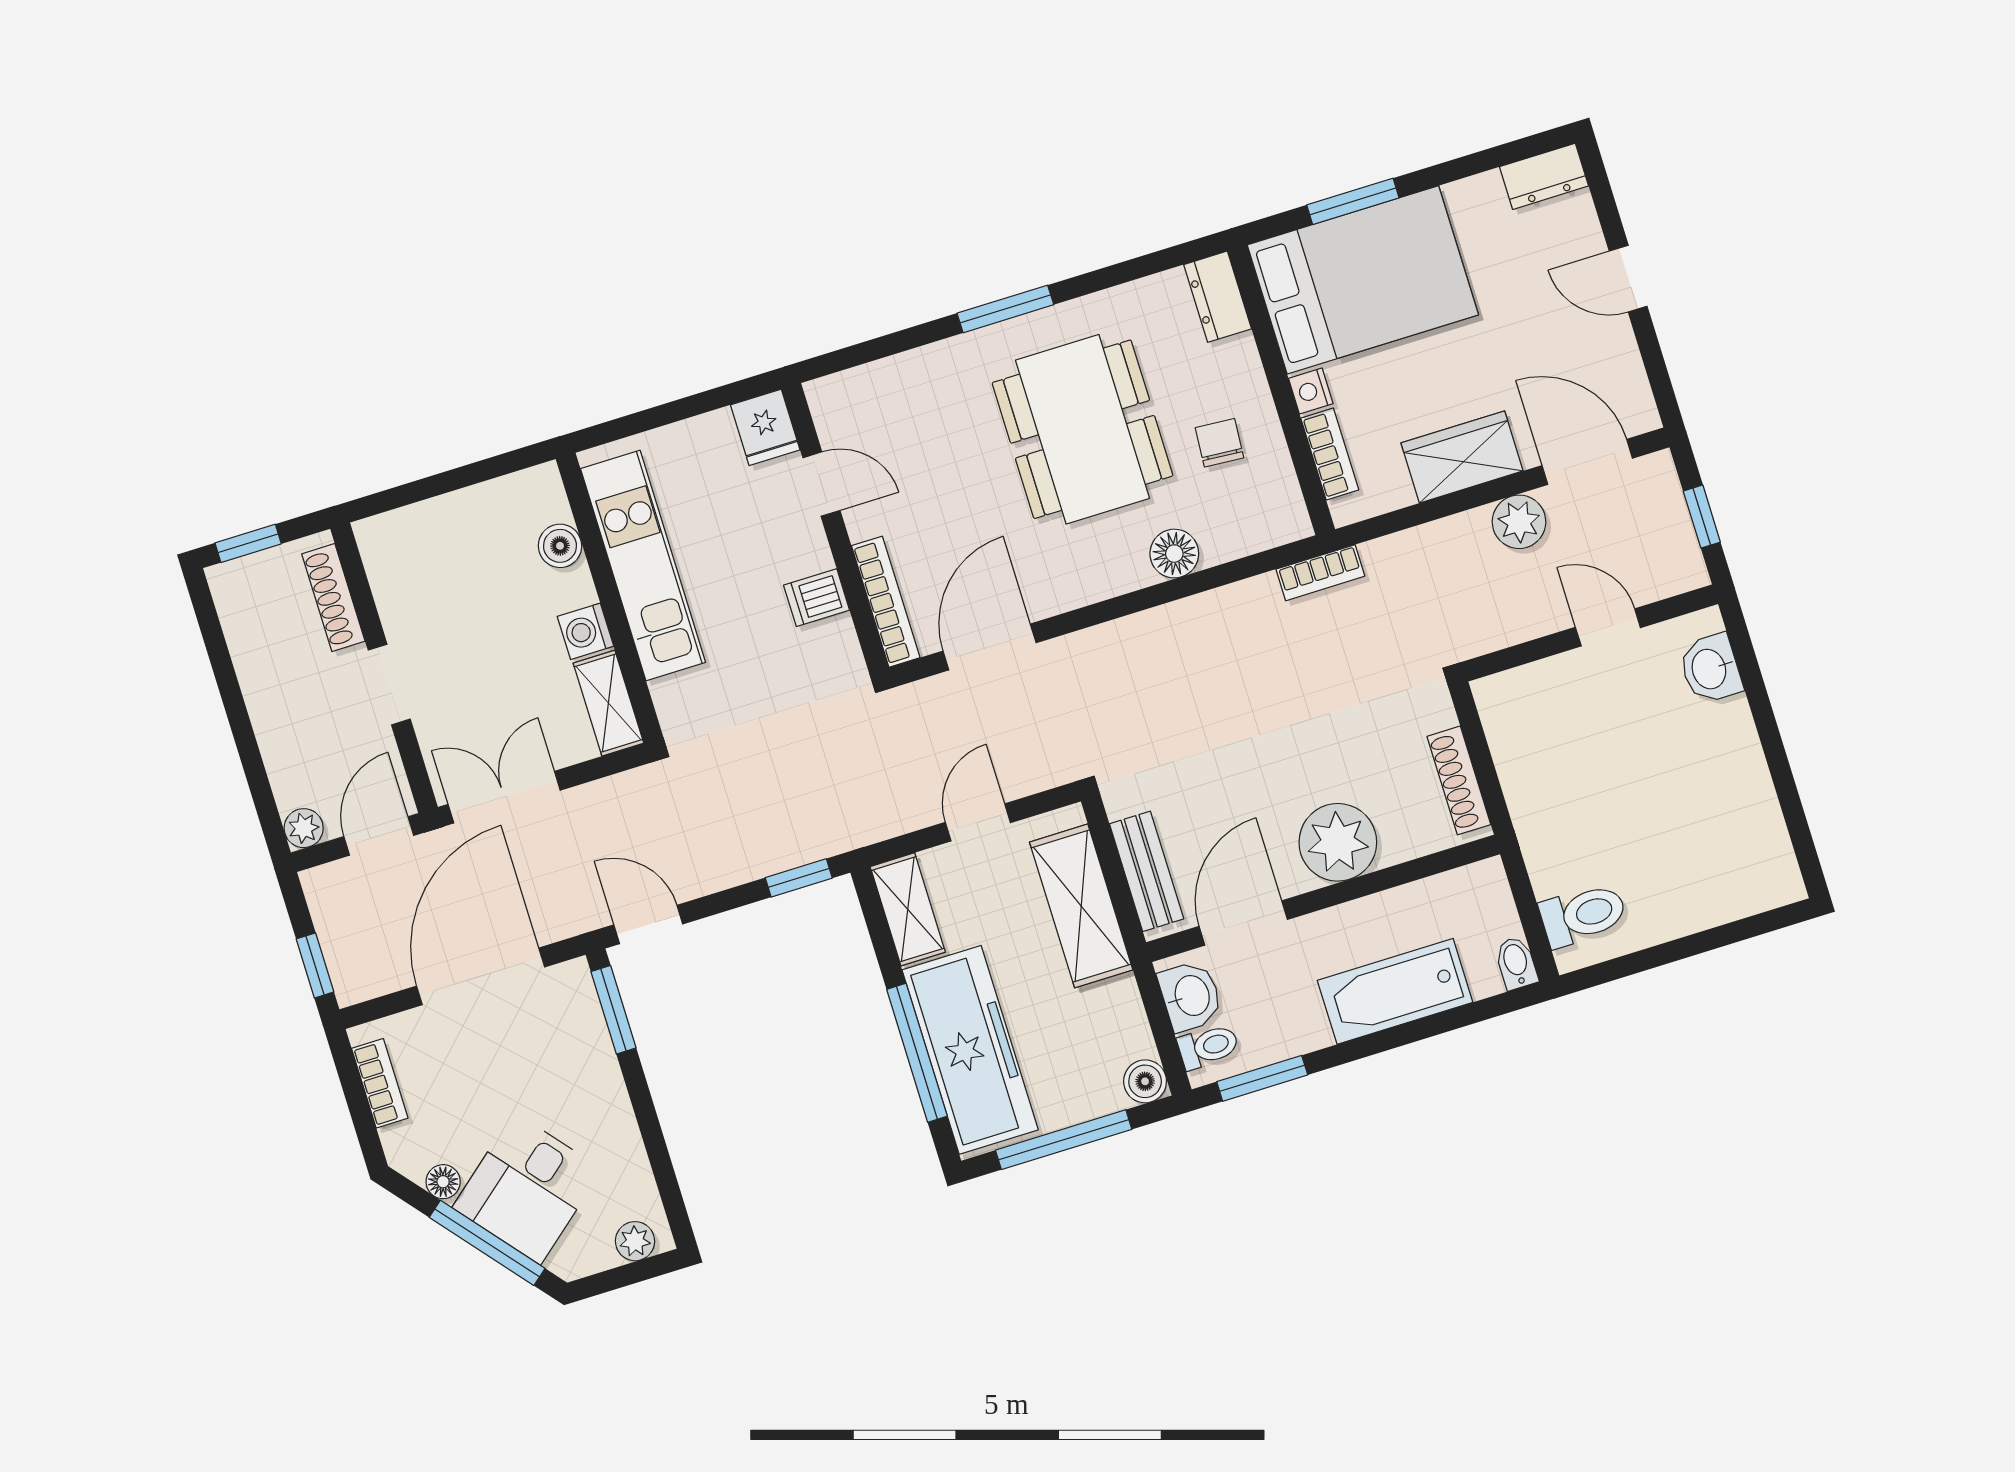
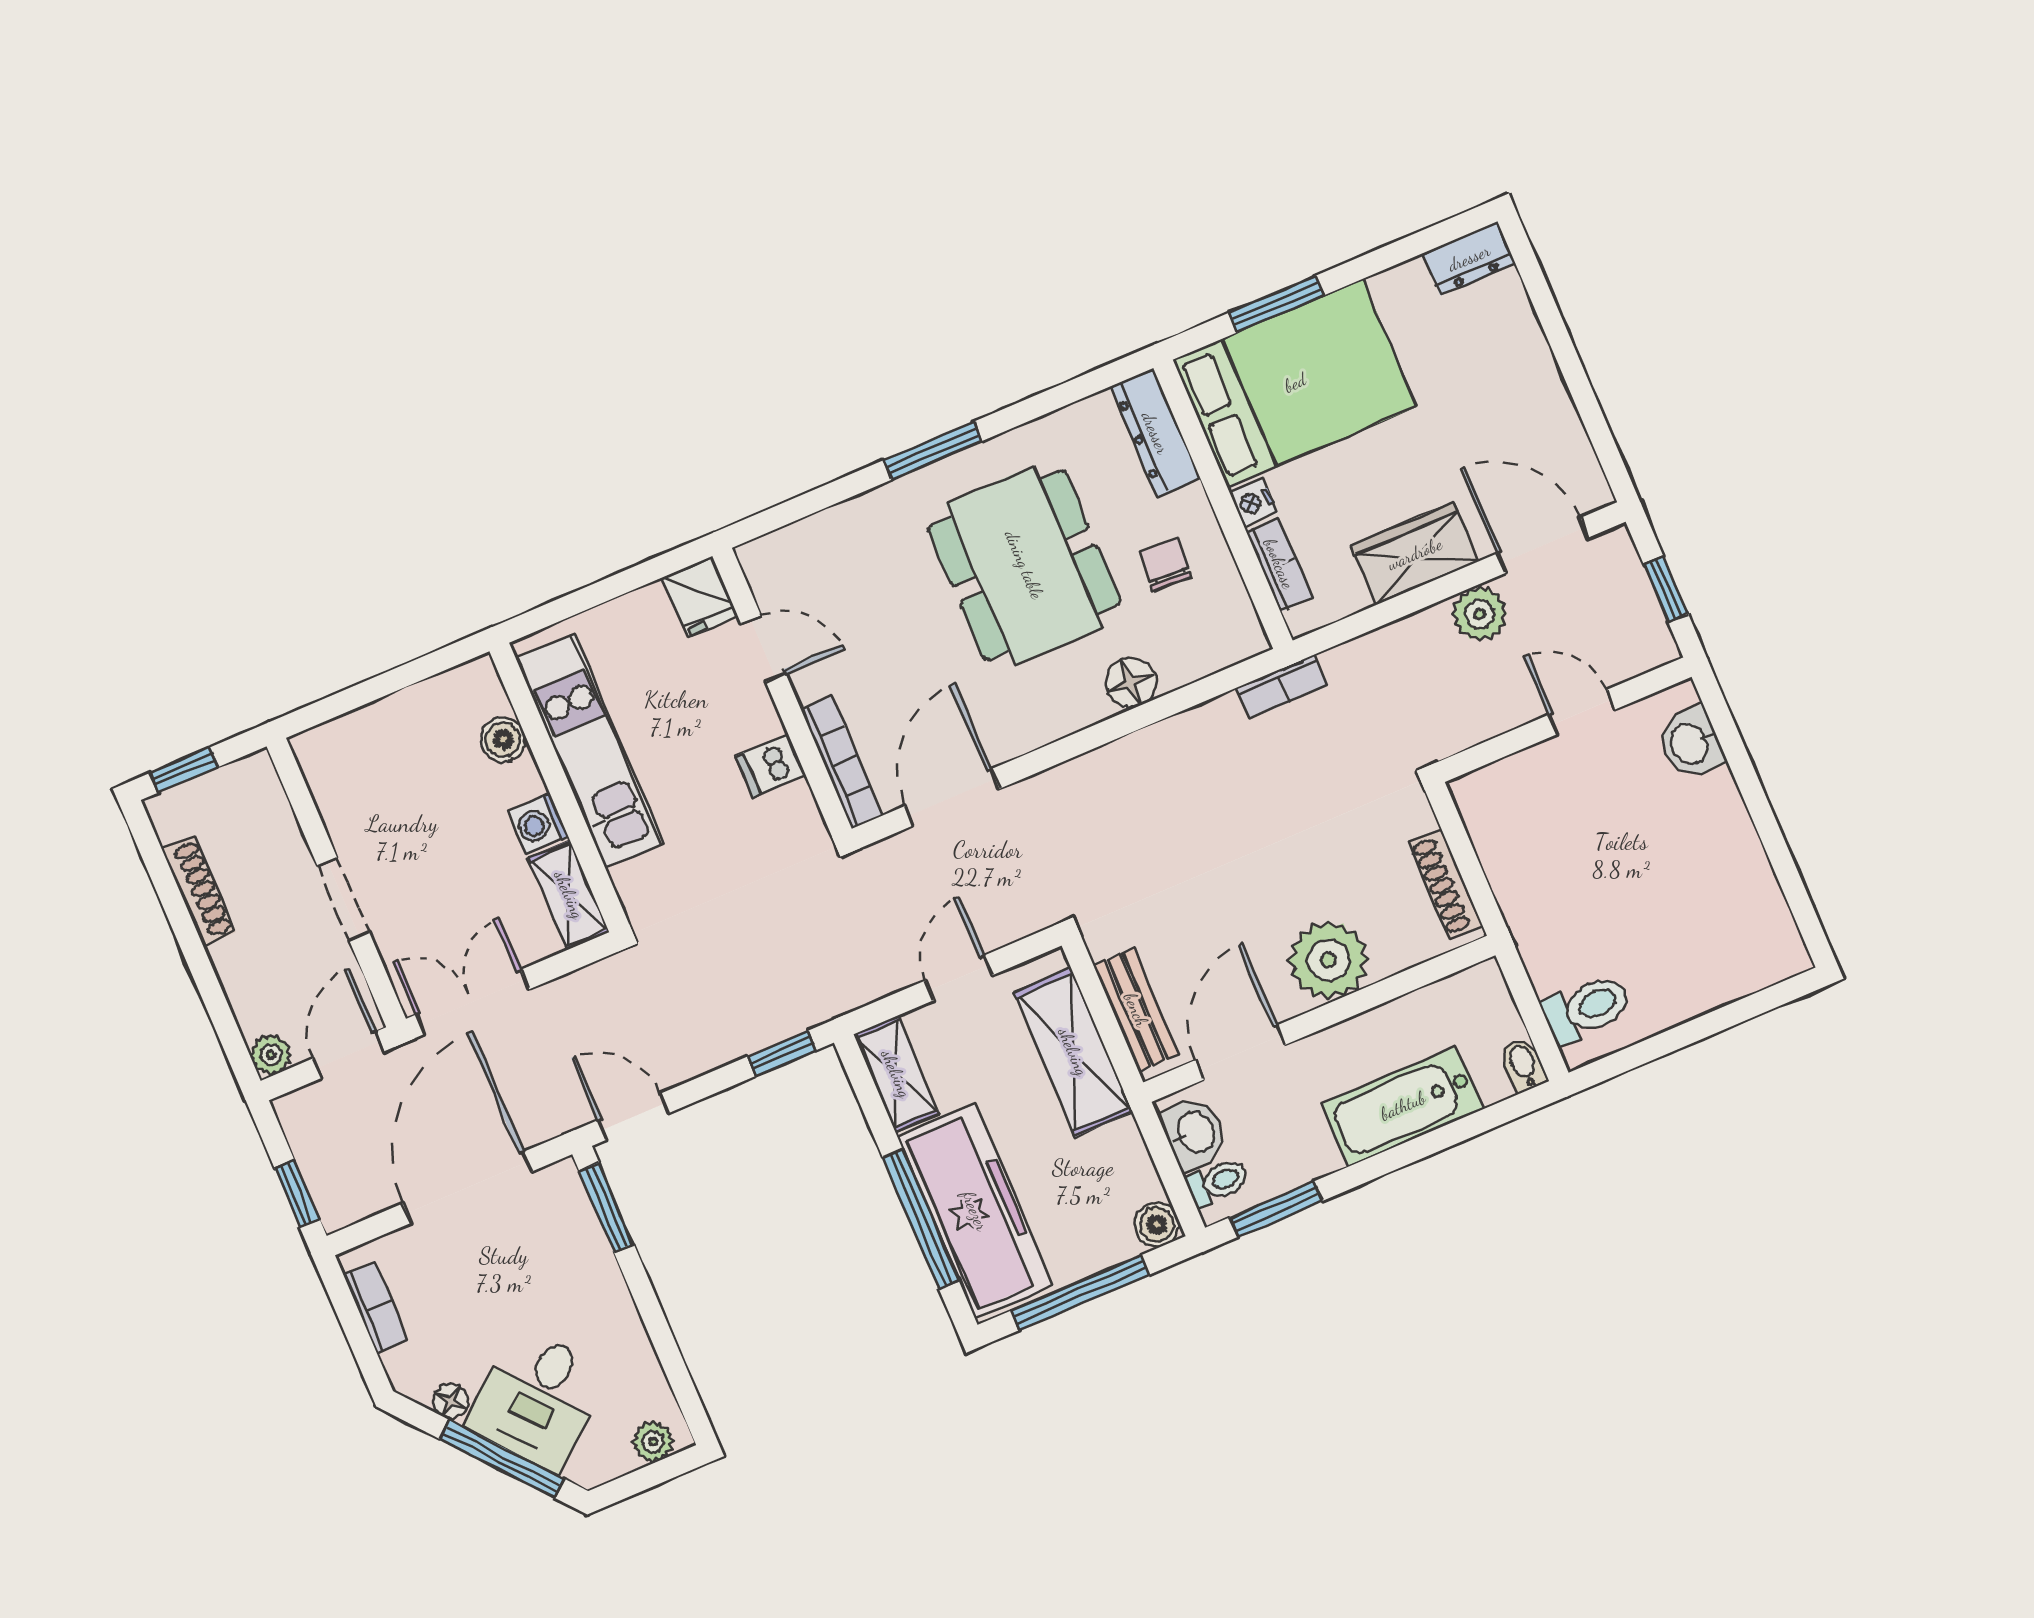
door: (1628, 279) -> (1566, 354), removed
dresser: (1218, 297) -> (1155, 433), width x1.44
shoe rack: (333, 598) -> (199, 891), moved, turned 180

